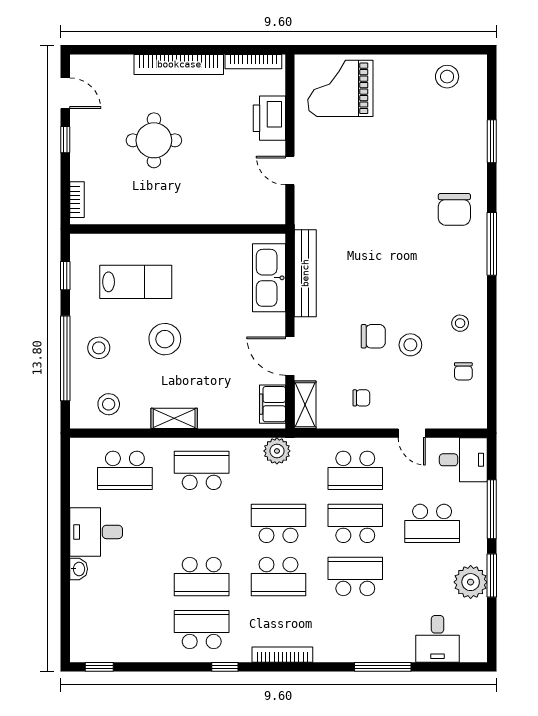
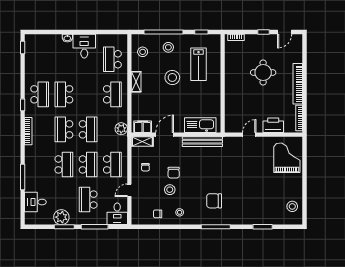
chair: (454, 209) -> (214, 201), moved
school desk: (355, 470) -> (112, 164), turned 180

